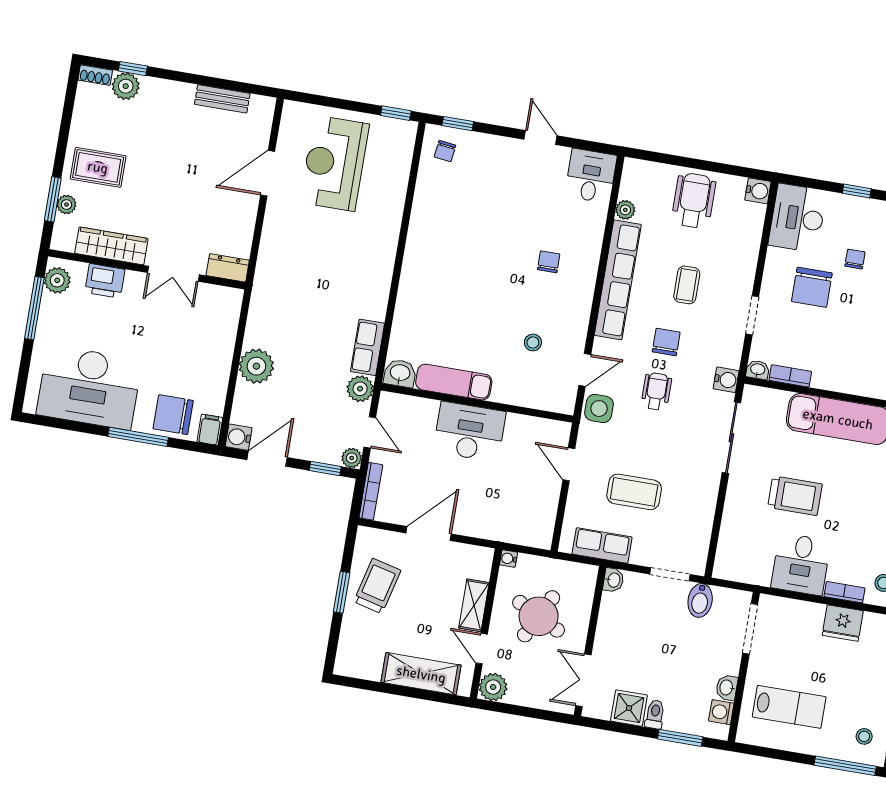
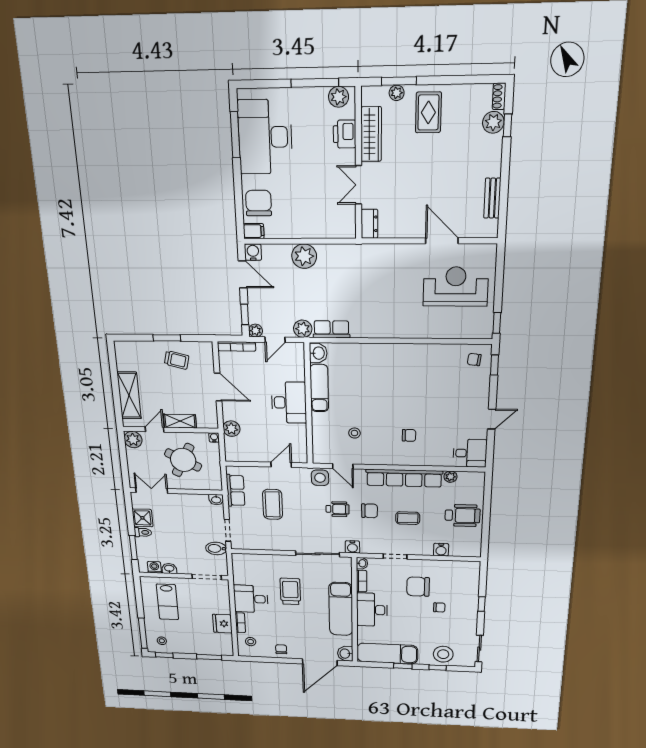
water cooler: (758, 191) -> (441, 550), moved
desk: (798, 218) -> (372, 610), moved, turned -90
window: (138, 437) -> (235, 135), moved
trolley: (795, 496) -> (290, 591), turned 180
plant: (498, 528) -> (231, 429), added
trolley: (377, 586) -> (177, 360), width x0.73, depth x0.72

